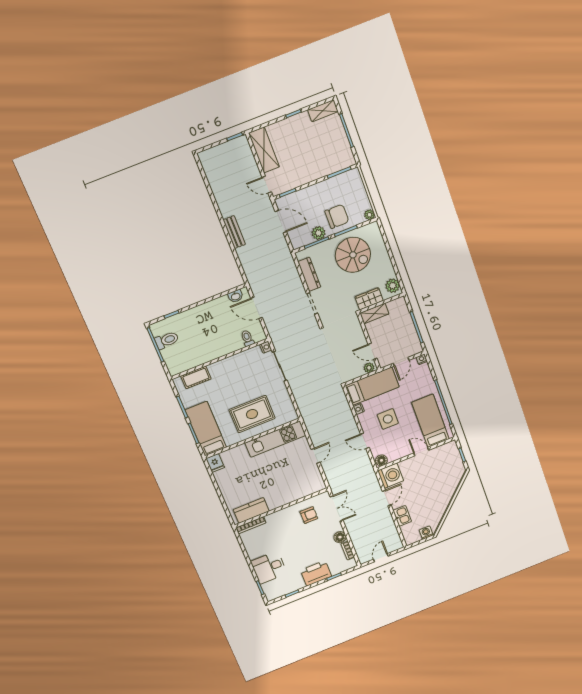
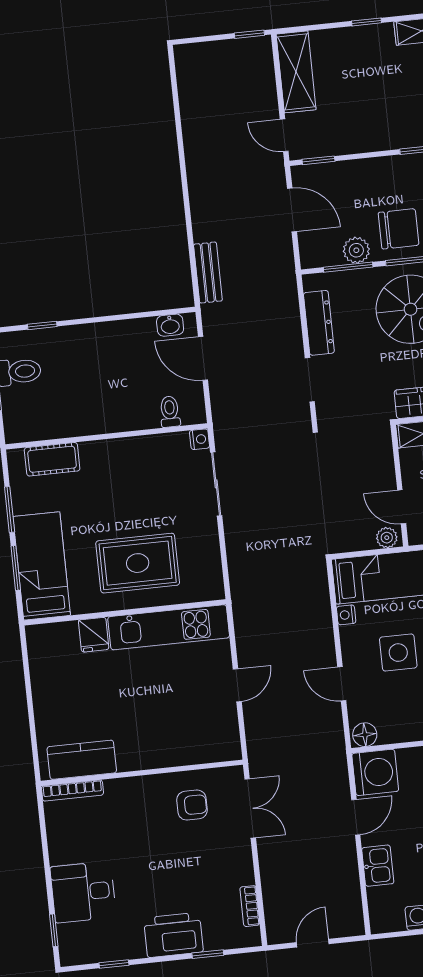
bench: (234, 232) -> (208, 273), moved
fridge: (215, 463) -> (94, 635), moved
floor lamp: (340, 537) -> (242, 872), removed

